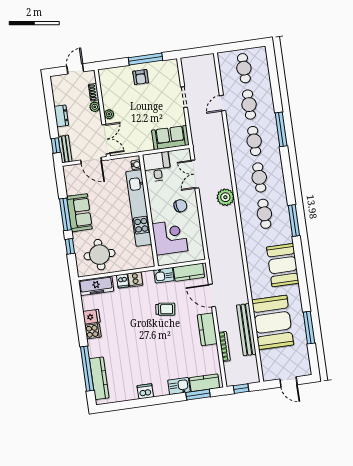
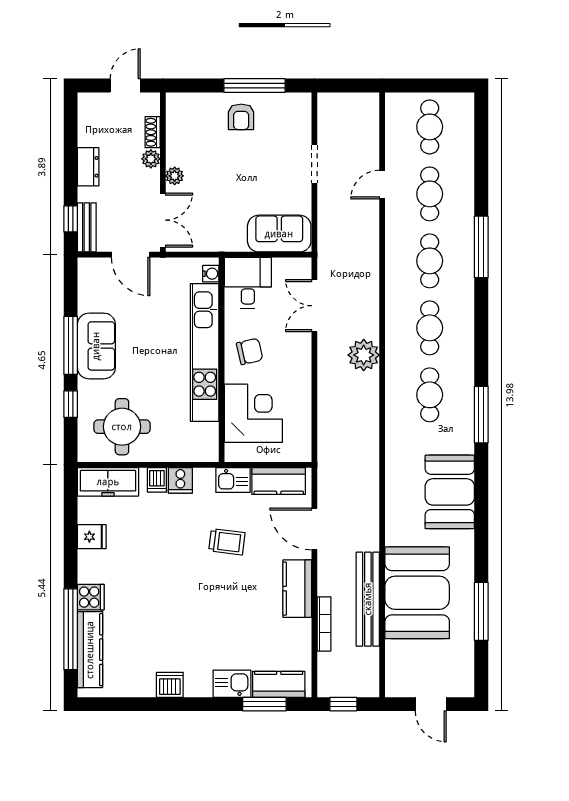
chair: (180, 206) -> (250, 351), moved
cooker: (93, 331) -> (91, 597), moved

